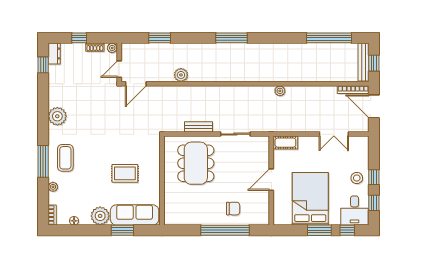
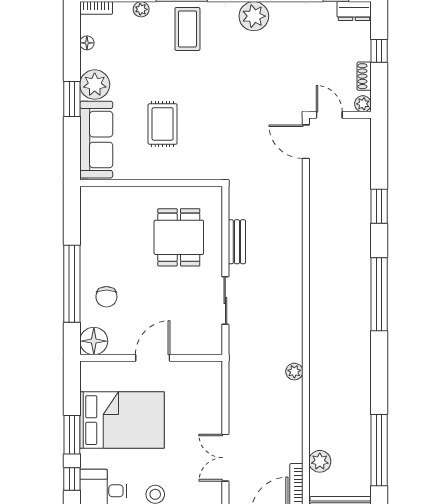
window: (160, 38) -> (379, 206), moved
window: (231, 38) -> (379, 294), width x1.46
plant: (181, 75) -> (320, 461), moved
cot: (285, 143) -> (212, 380), removed
coffee table: (65, 158) -> (187, 29), turned 90
dining table: (196, 163) -> (179, 237), width x0.73
door: (271, 180) -> (153, 358), hinge flipped
floor lamp: (261, 216) -> (94, 341), added
window: (122, 230) -> (72, 99), moved

